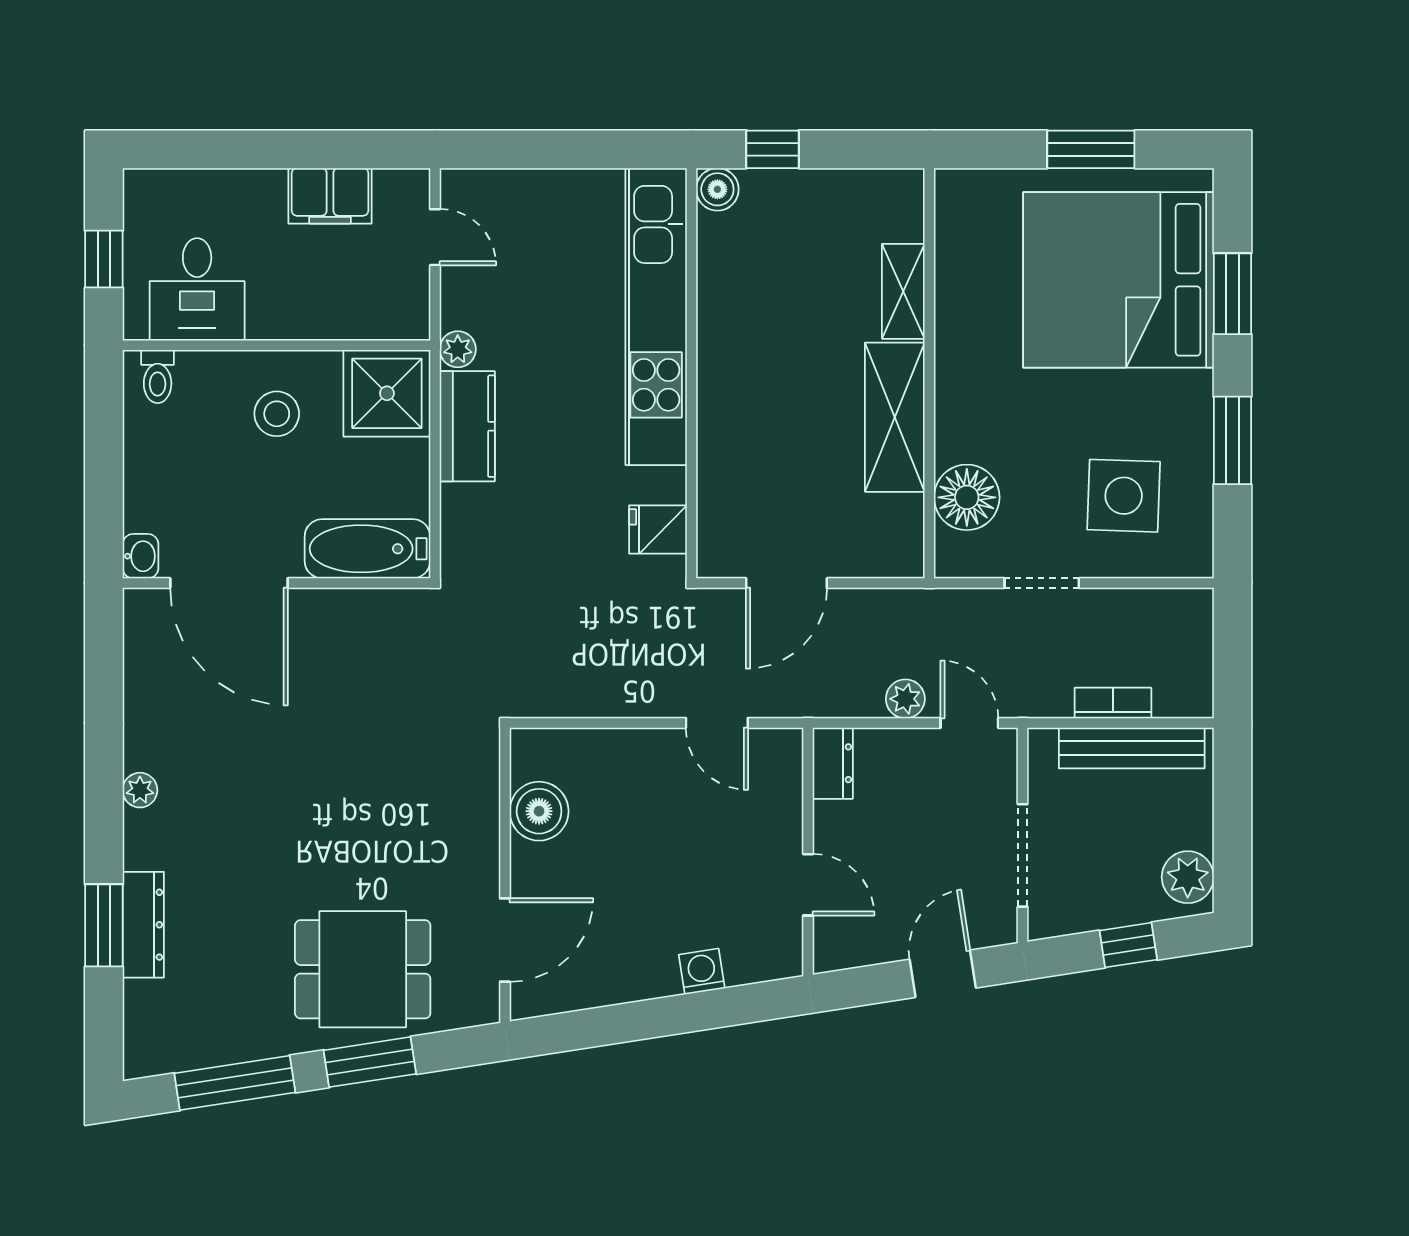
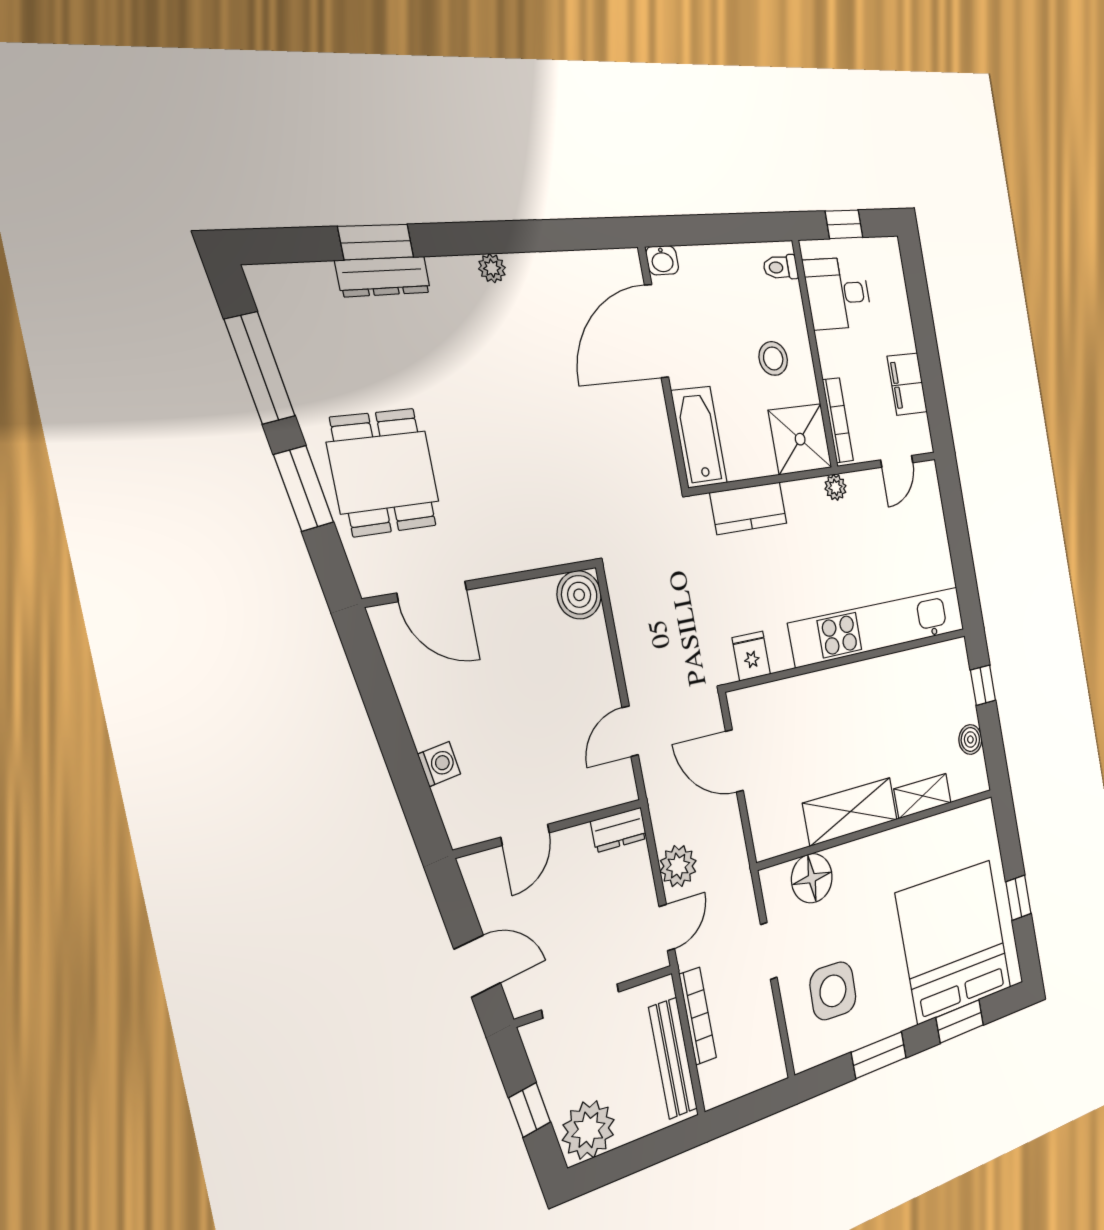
window: (1091, 149) -> (1018, 898), width x0.67
boiler: (717, 189) -> (970, 739), moved
bookcase: (368, 326) -> (838, 420), added
kitchen counter: (467, 426) -> (749, 508), moved
plant: (905, 699) -> (678, 866), width x1.38, depth x1.38
bookcase: (1113, 703) -> (698, 1016), width x1.56
boiler: (539, 811) -> (579, 595), moved
plant: (1188, 877) -> (588, 1130), width x1.36, depth x1.36

